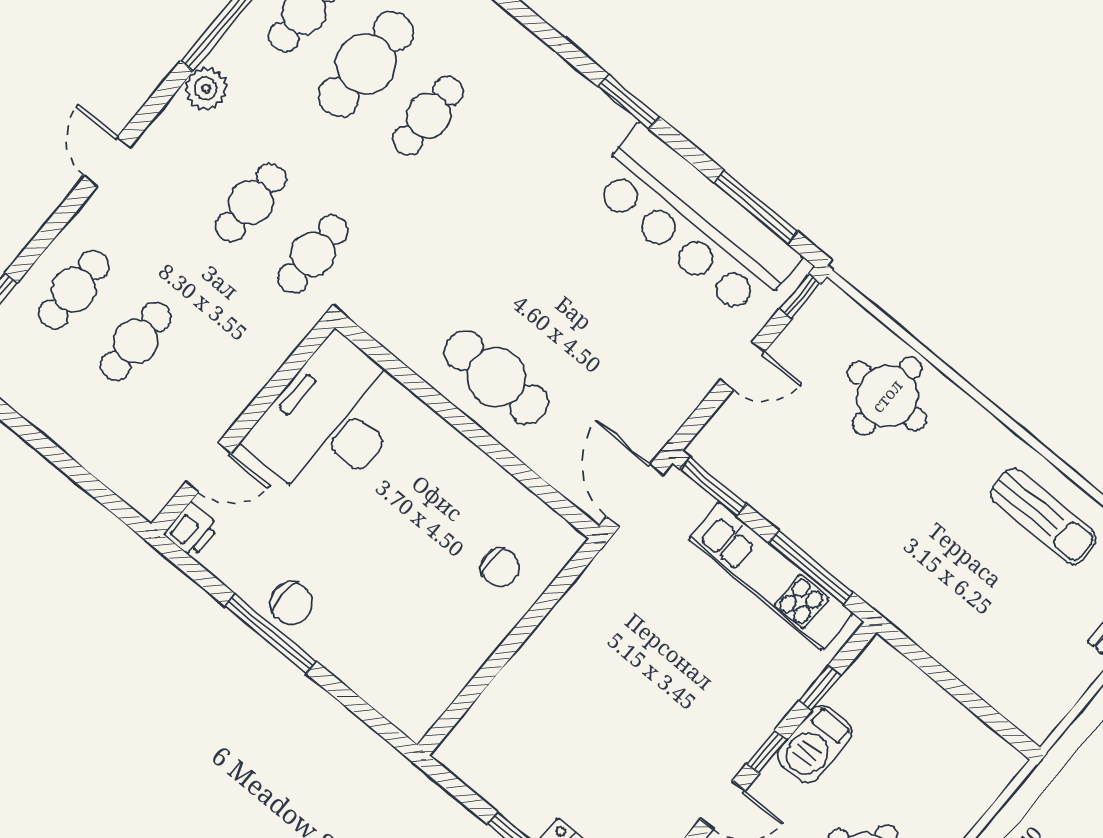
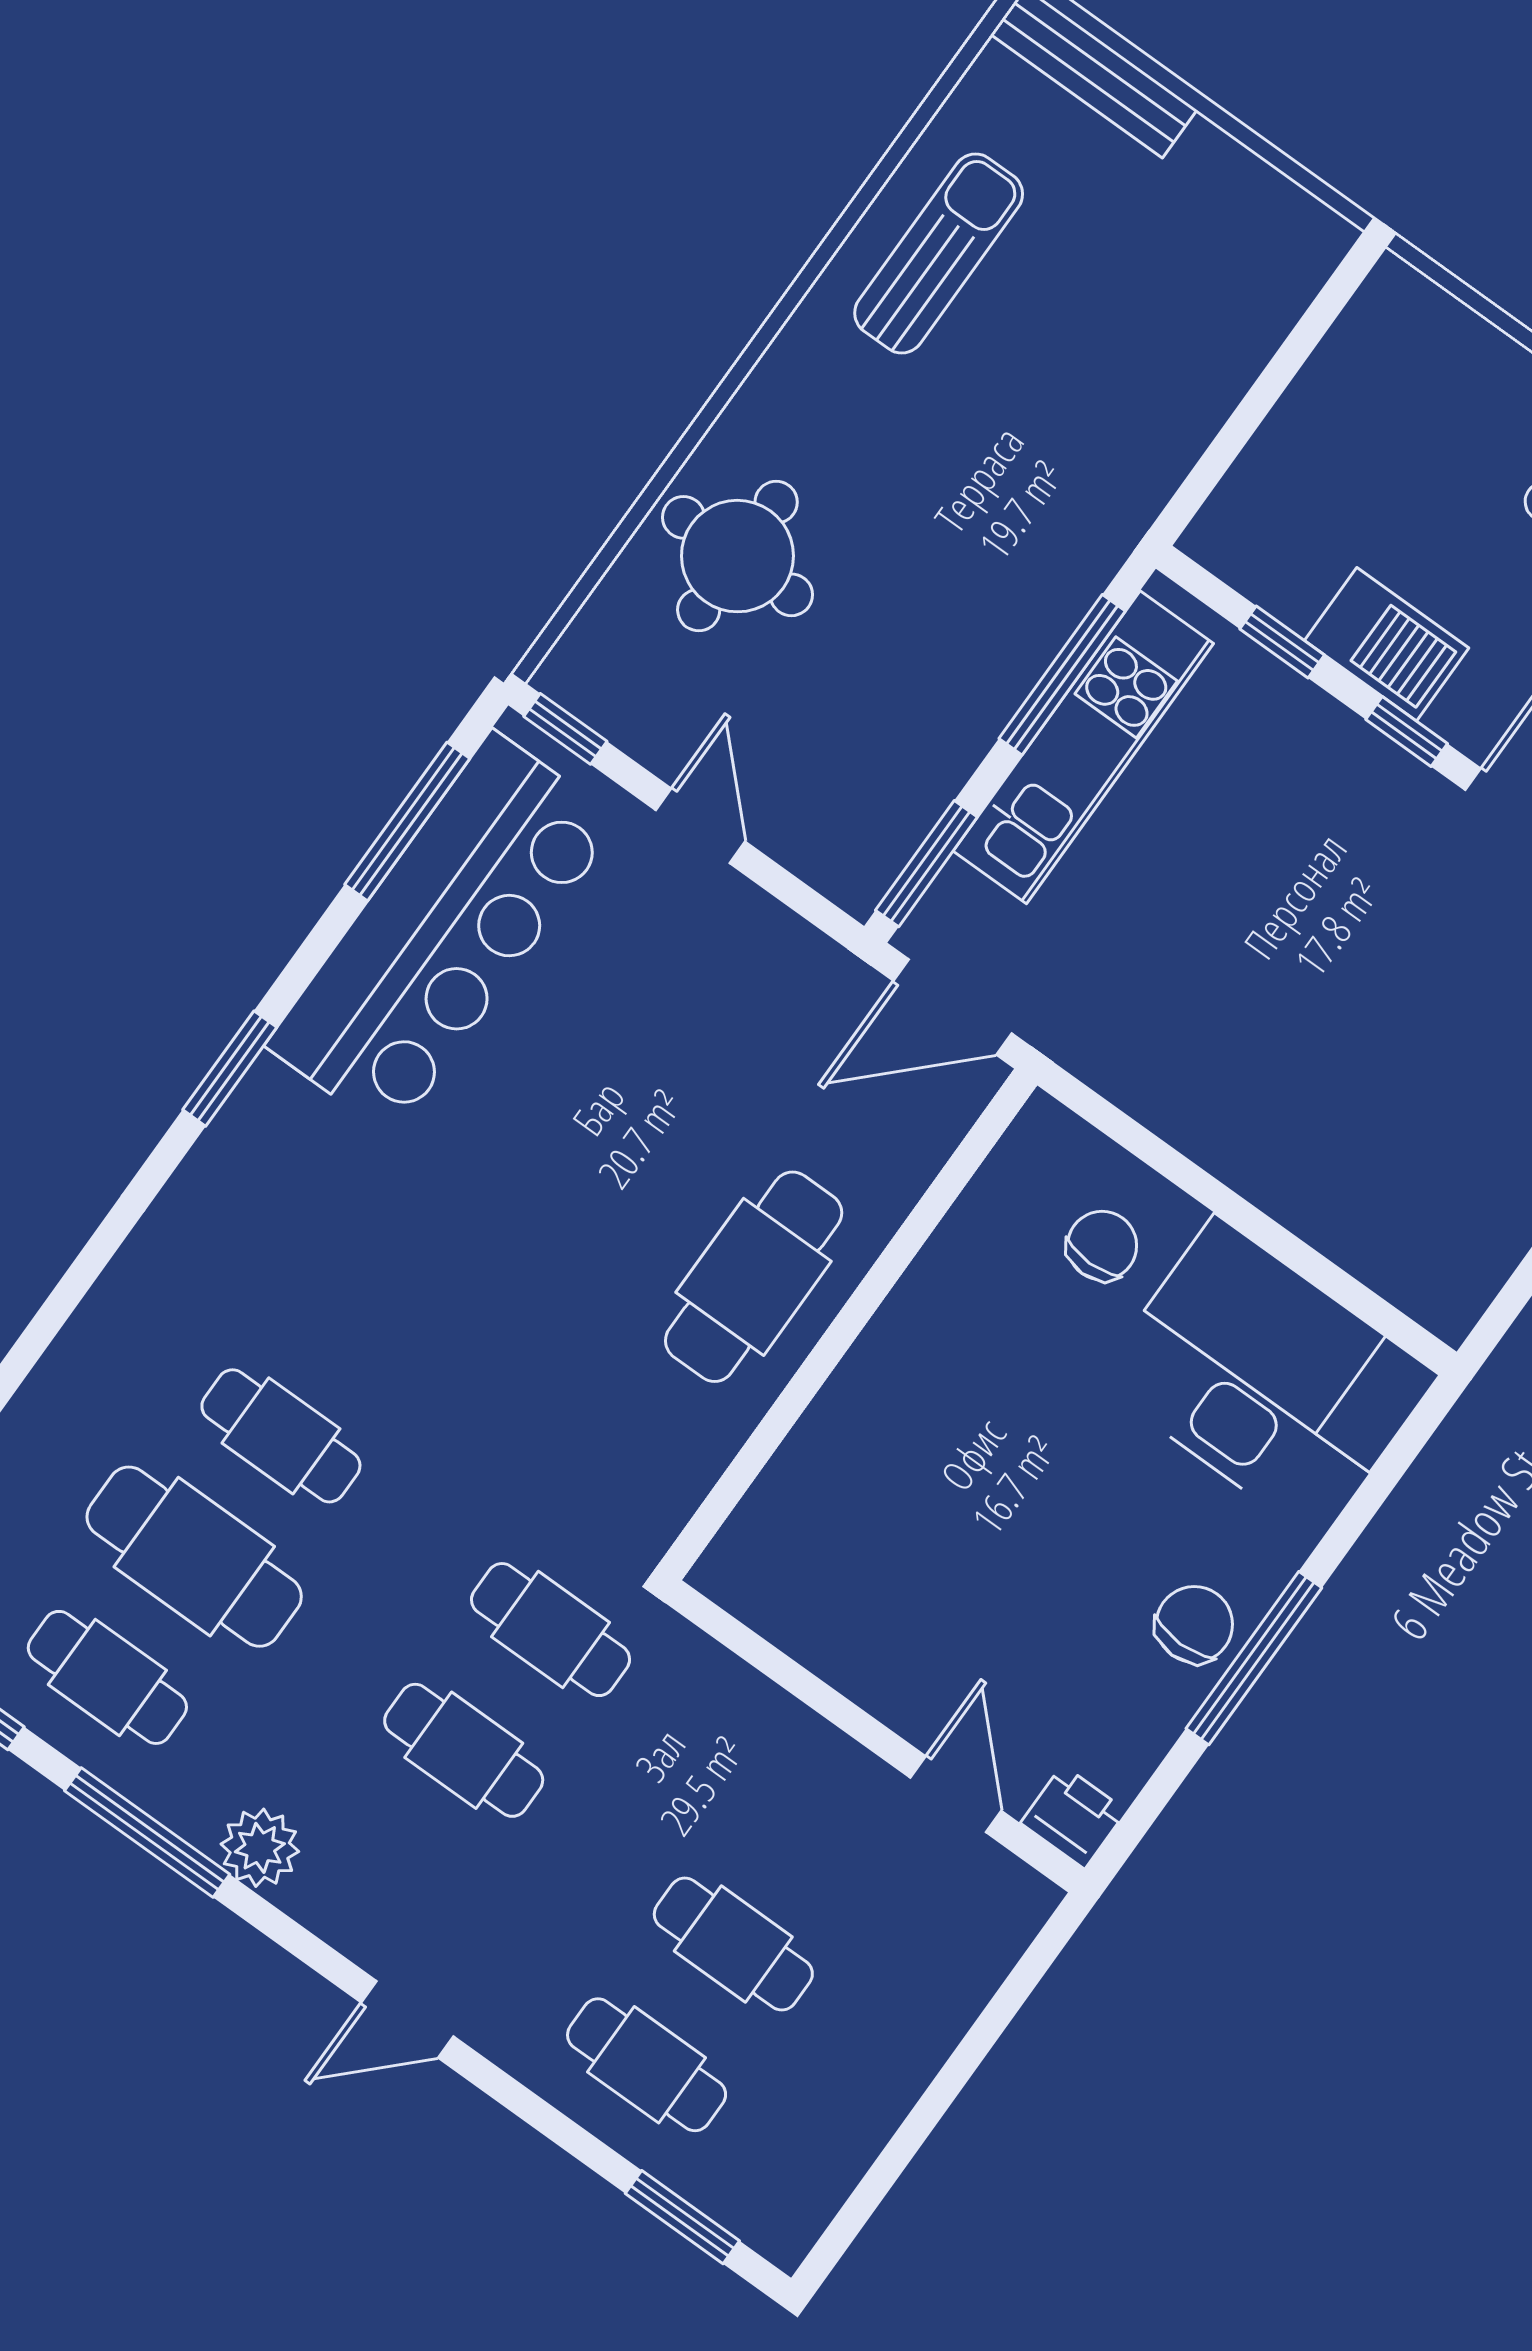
desk: (330, 421) -> (1267, 1378), moved, turned 180

